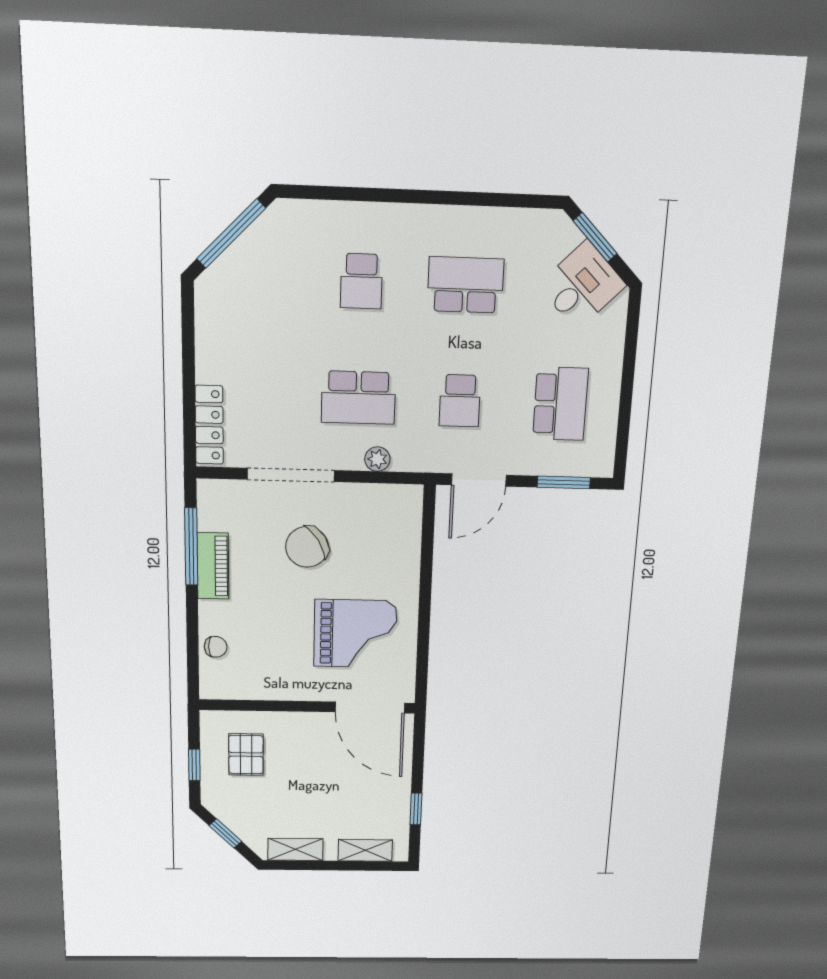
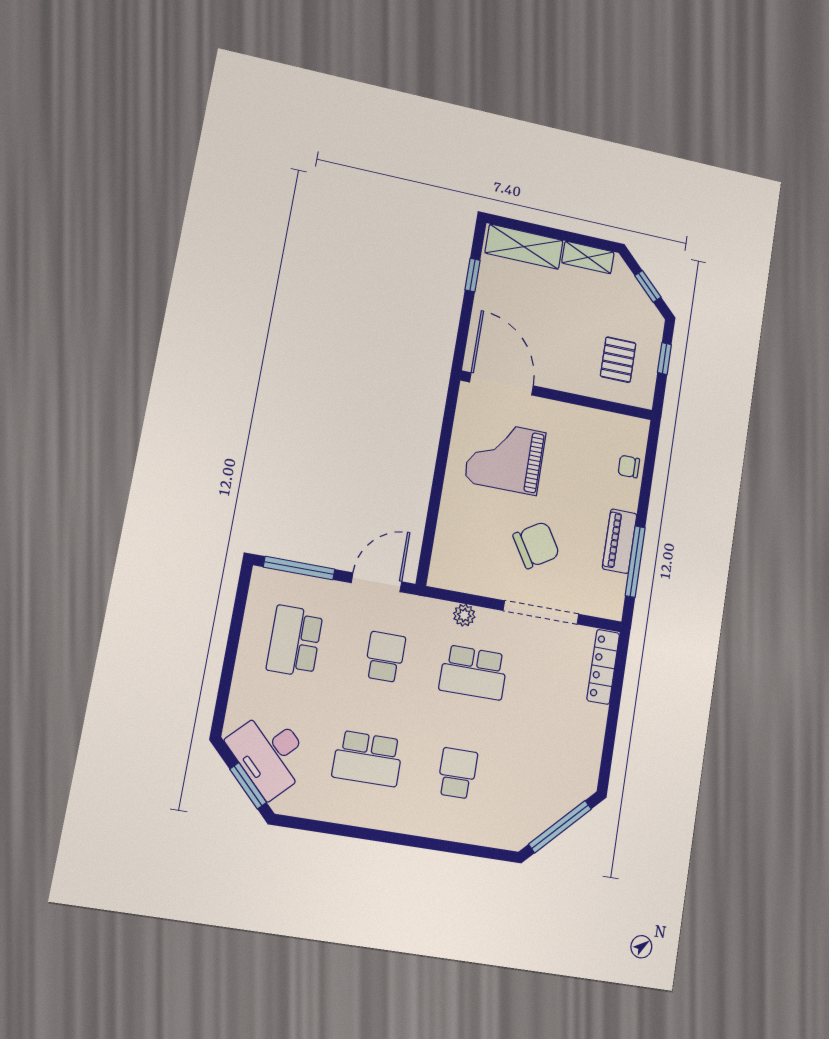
desk: (582, 285) -> (270, 753), width x1.37
school desk: (358, 398) -> (473, 672), turned 180
window: (564, 482) -> (299, 568), width x1.44
shelving: (365, 850) -> (524, 247), width x1.50, depth x1.33

